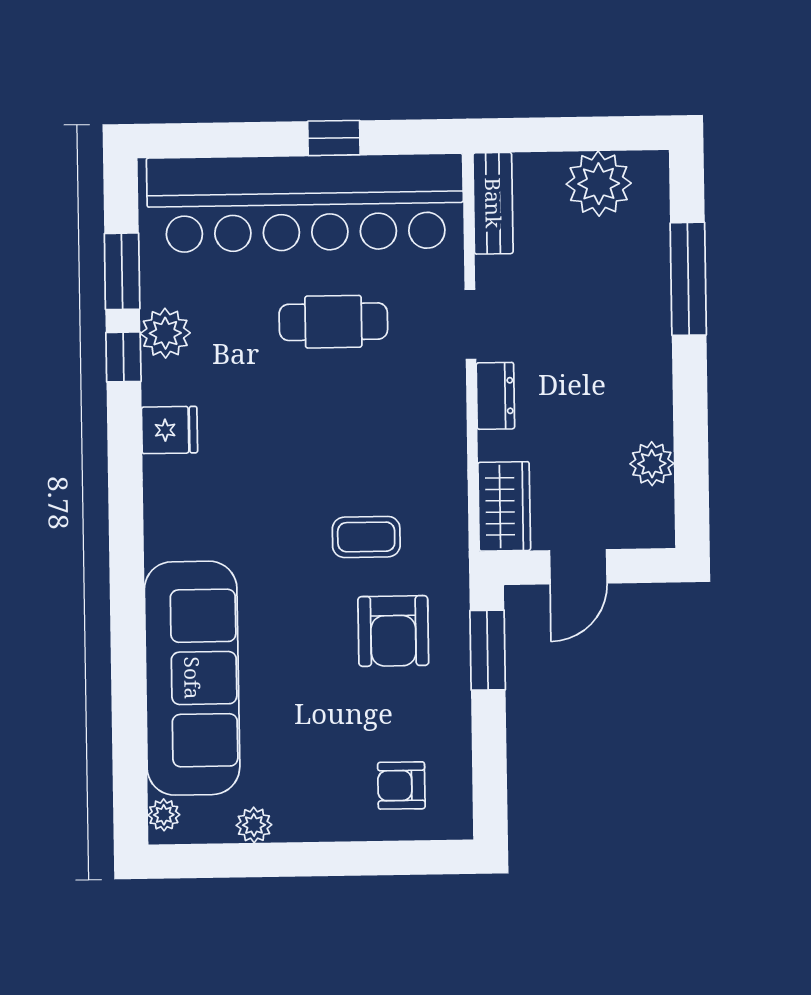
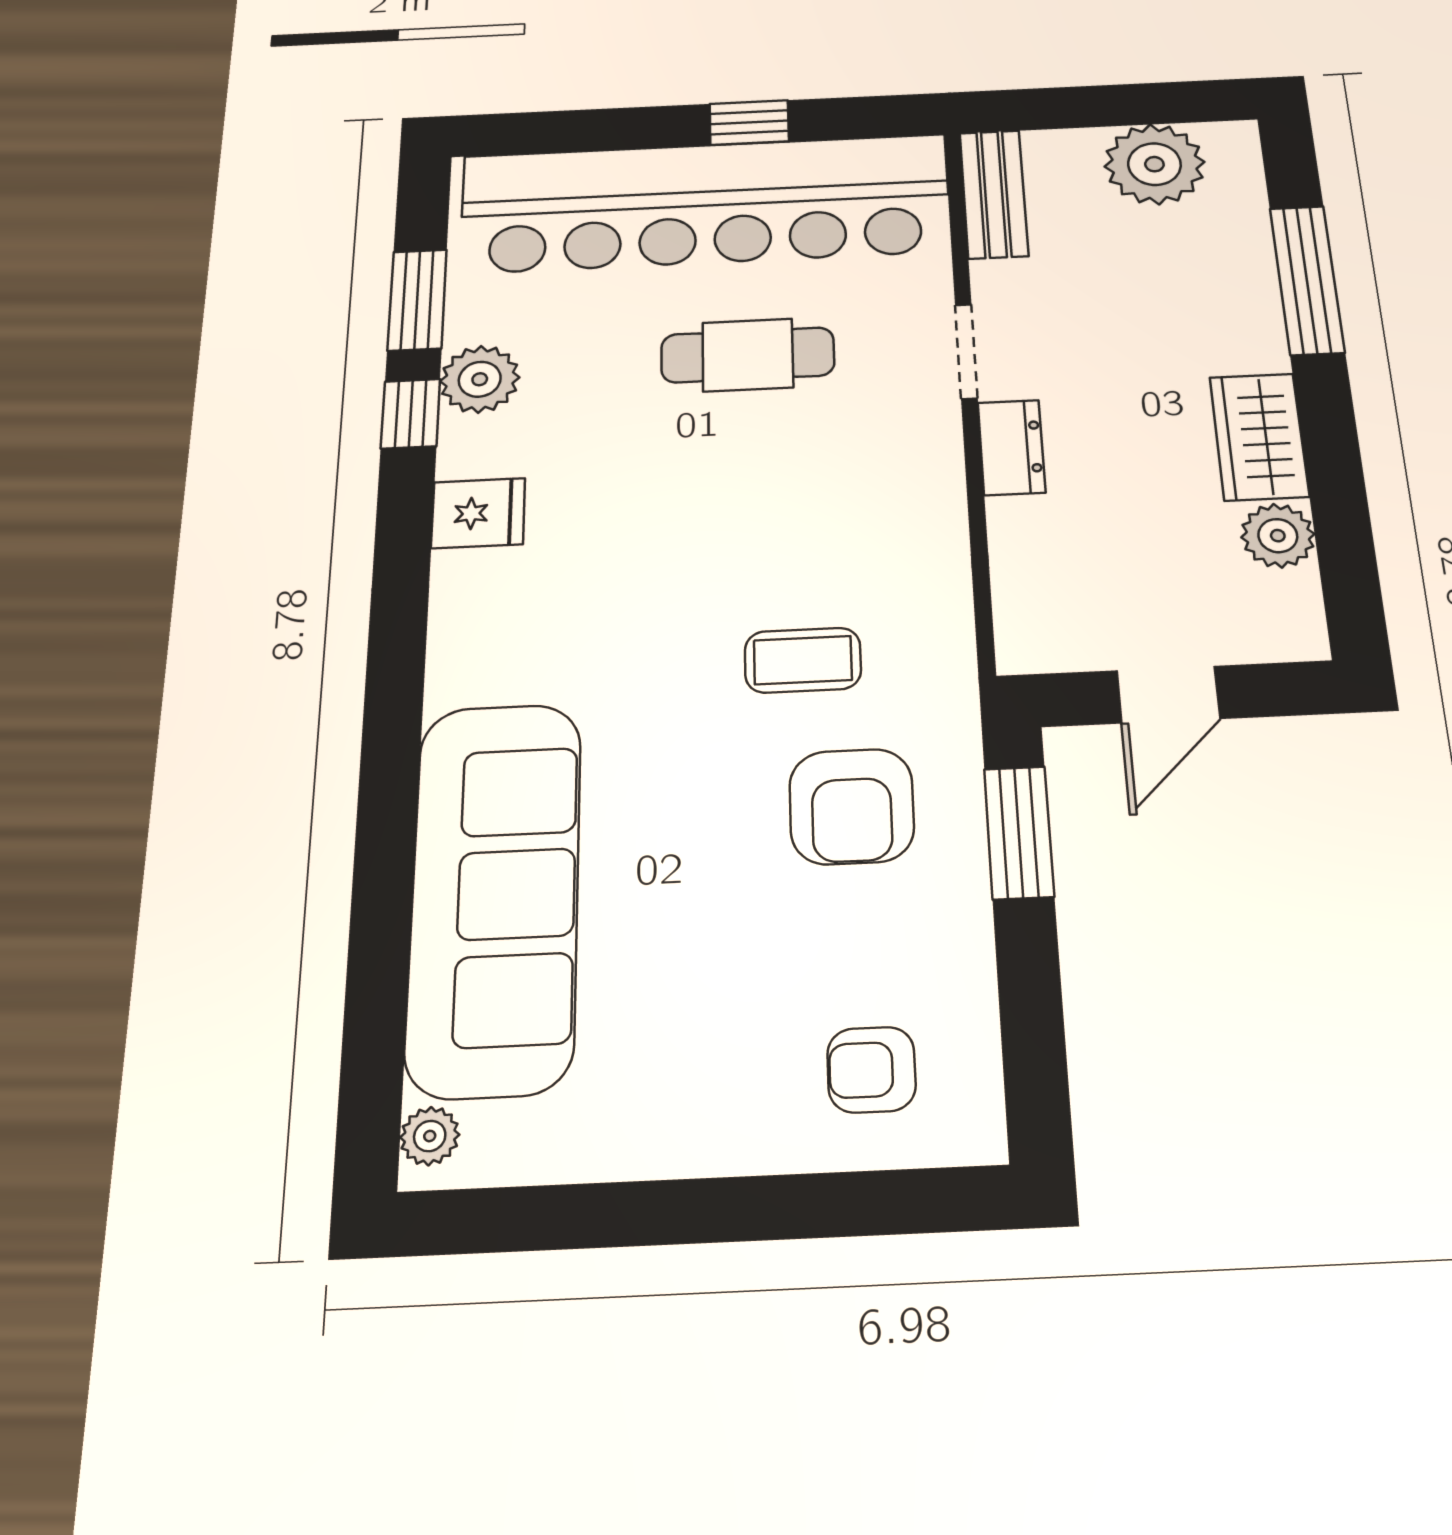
wardrobe: (504, 506) -> (1259, 437), moved, turned 180
plant: (254, 825) -> (597, 1150), removed

